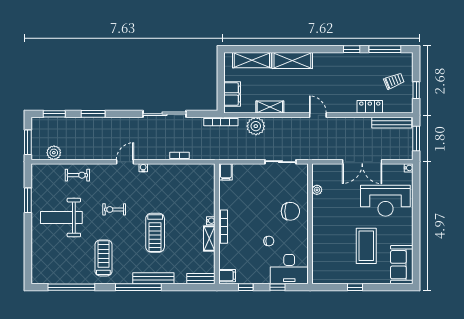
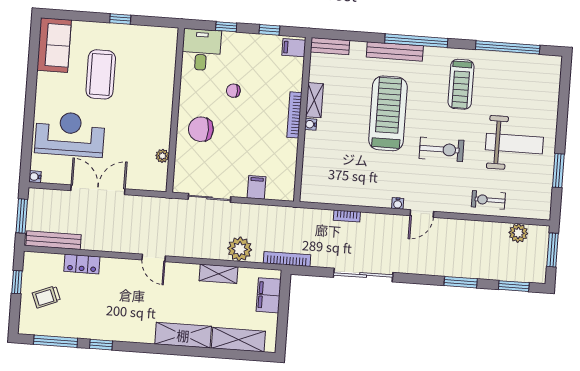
filing cabinet: (226, 172) -> (257, 187), moved
exercise bike: (114, 209) -> (442, 149), width x1.38, depth x1.39
treadmill: (155, 233) -> (388, 113), width x1.37, depth x1.38
desk: (289, 269) -> (201, 50), width x0.73

